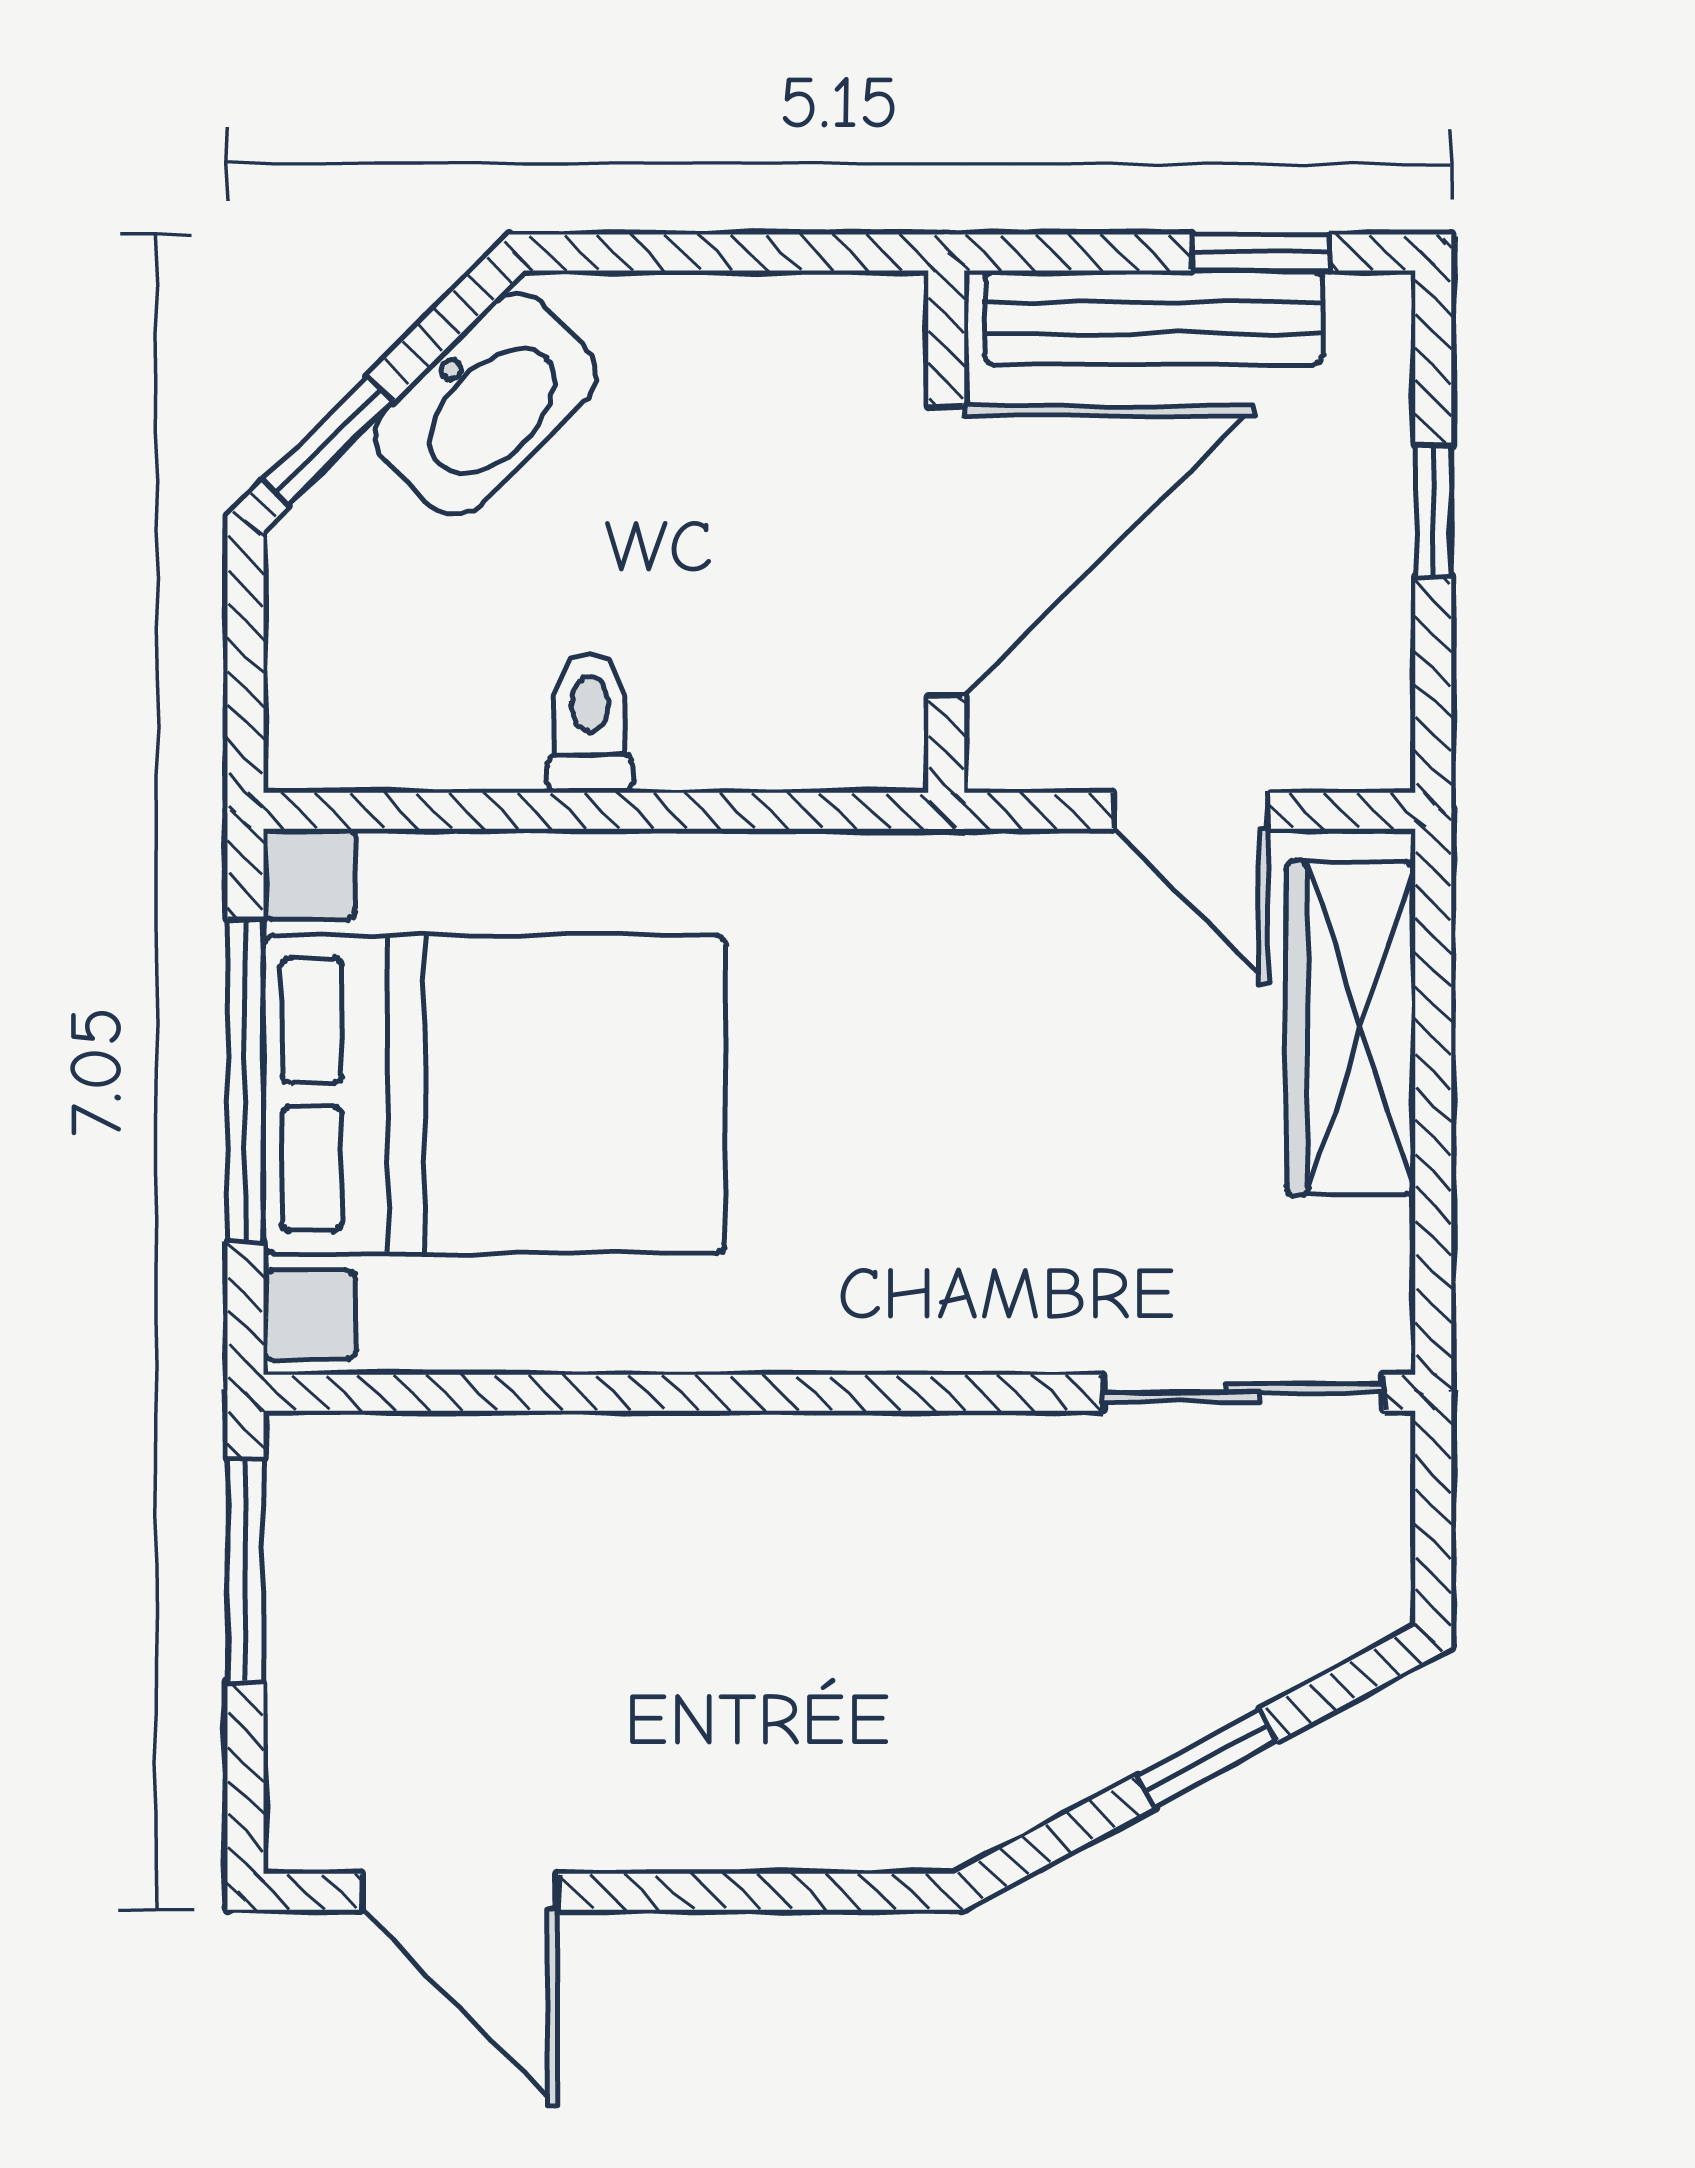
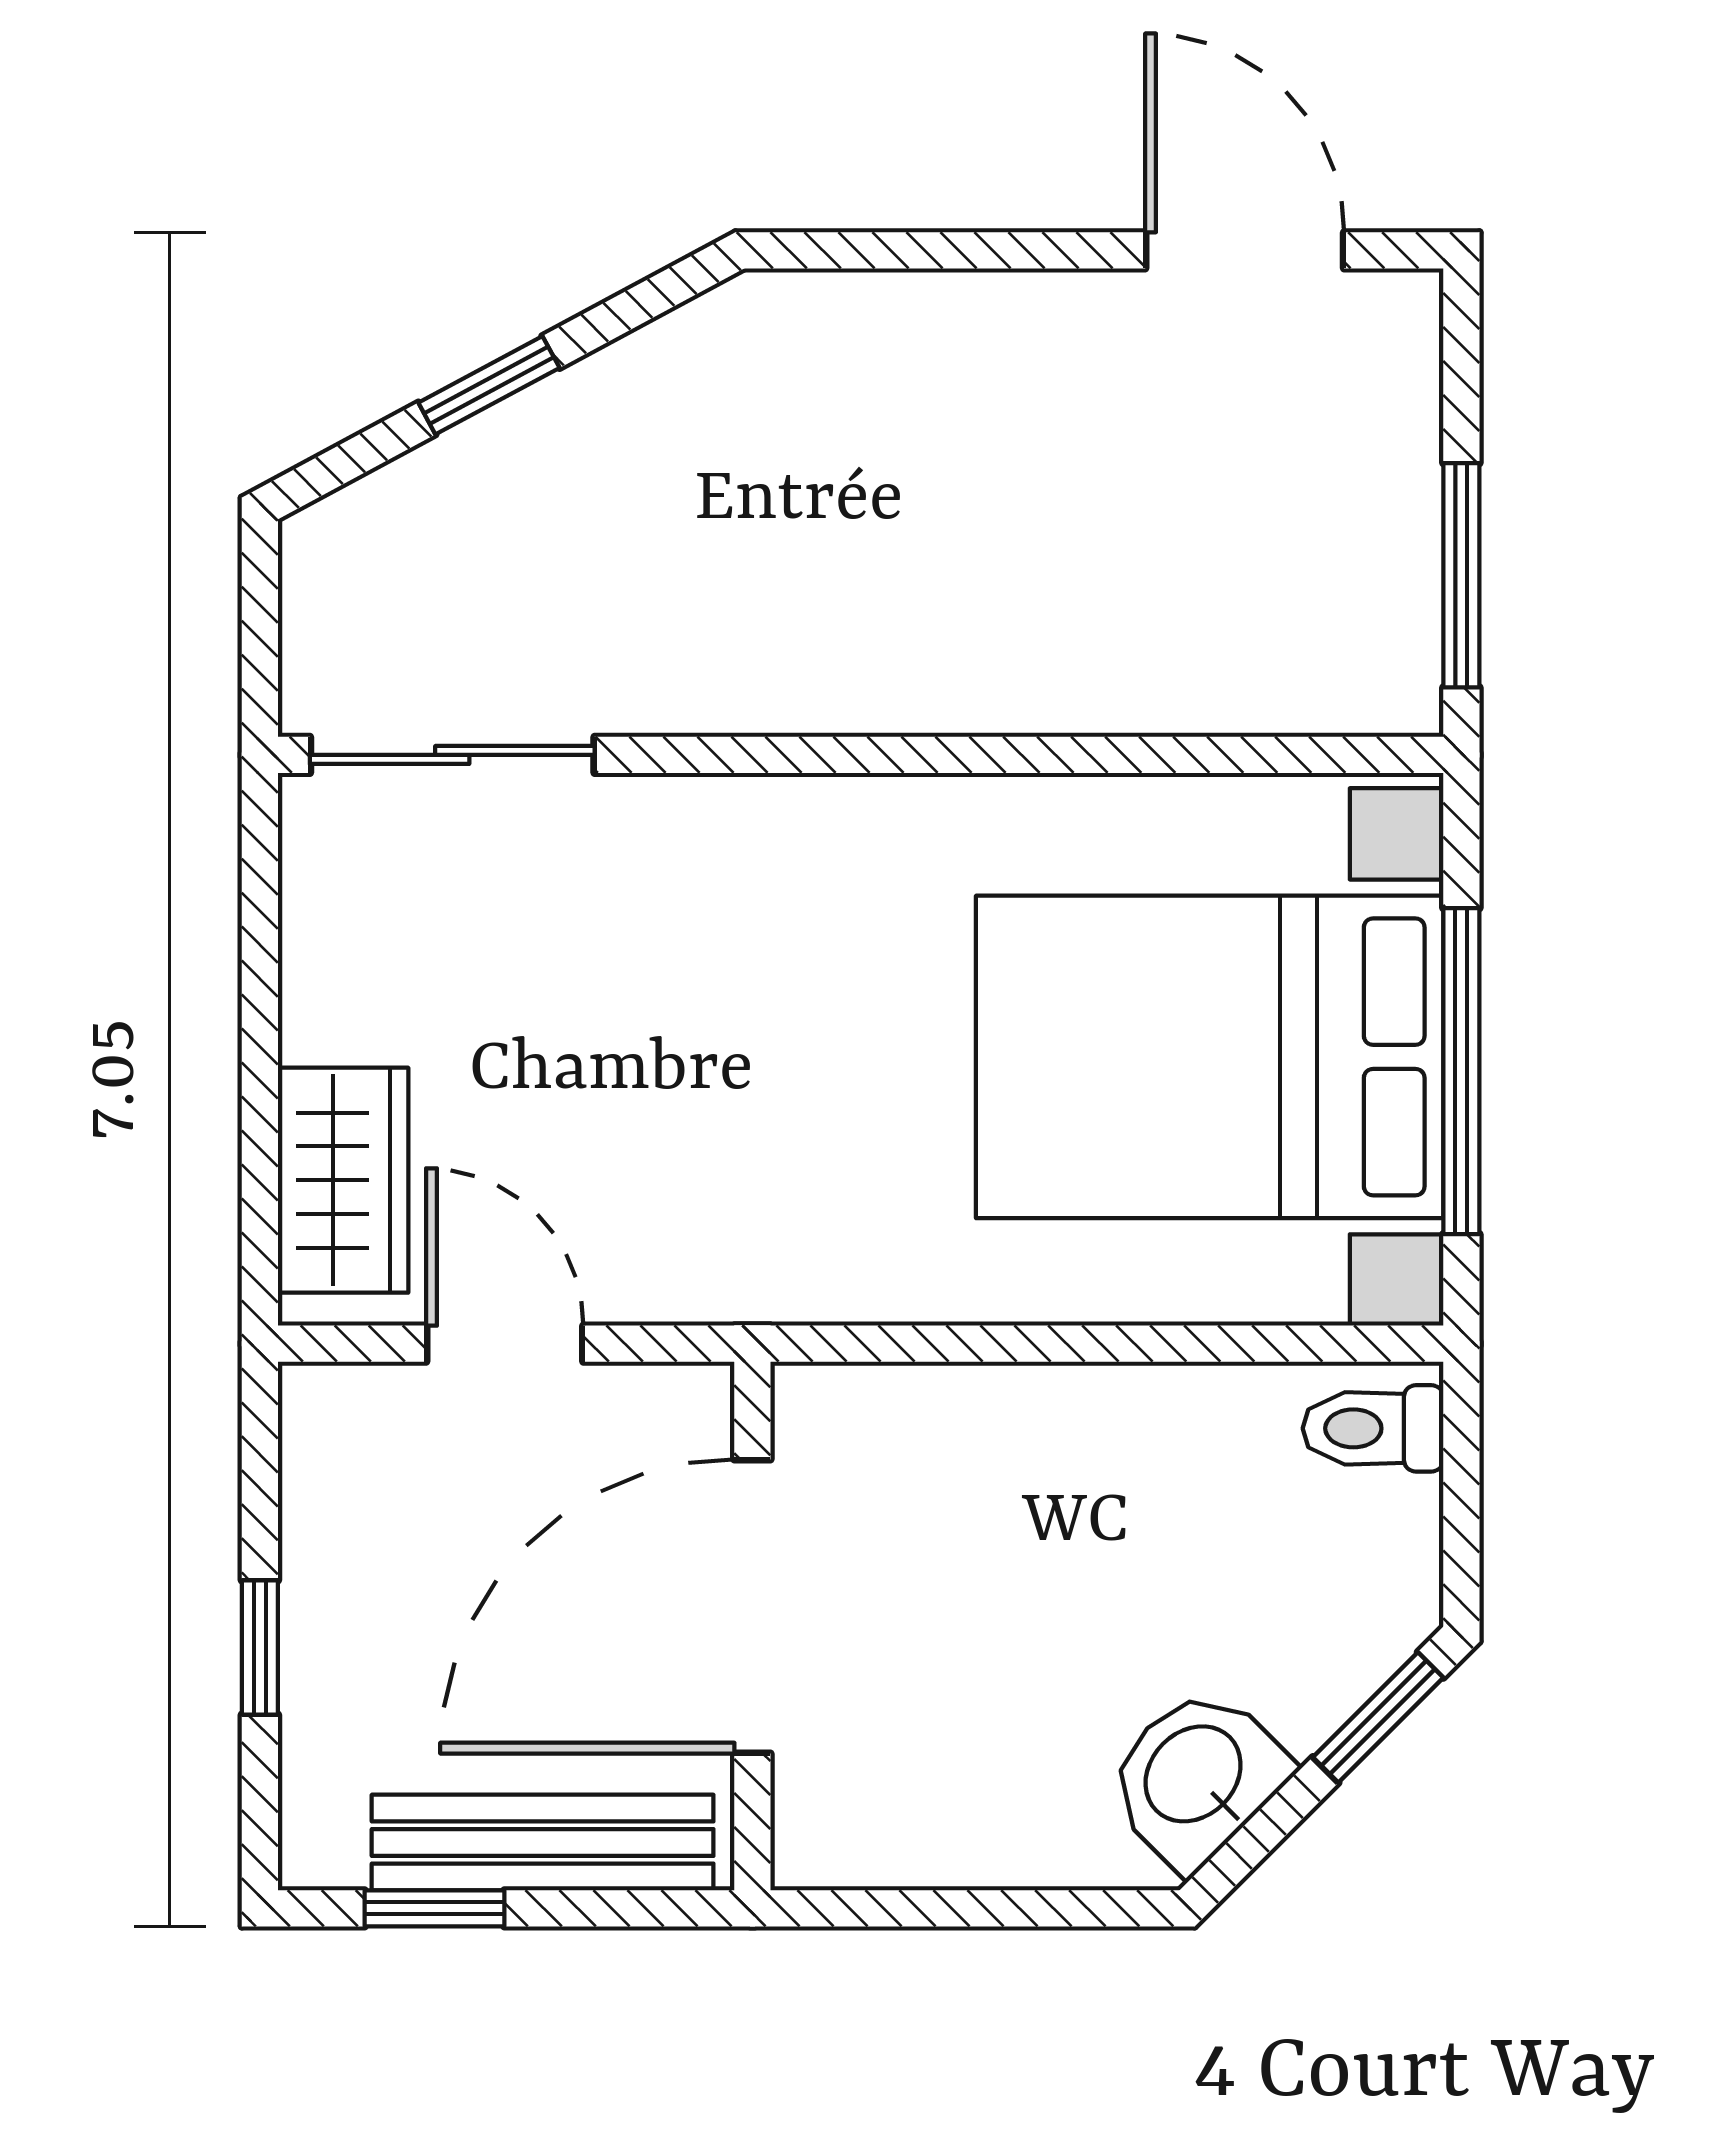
washbasin: (486, 404) -> (1196, 1777), width x0.72
toilet: (590, 723) -> (1373, 1428), moved, turned 90
wardrobe: (1351, 1028) -> (343, 1180), width x0.67

